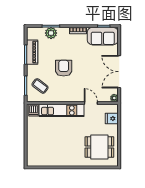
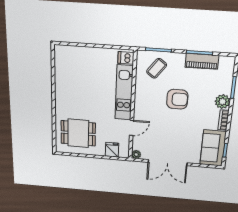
plant: (51, 33) -> (222, 102), moved
double door: (119, 72) -> (168, 163), swing flipped
dining table: (99, 147) -> (78, 133), turned 90

